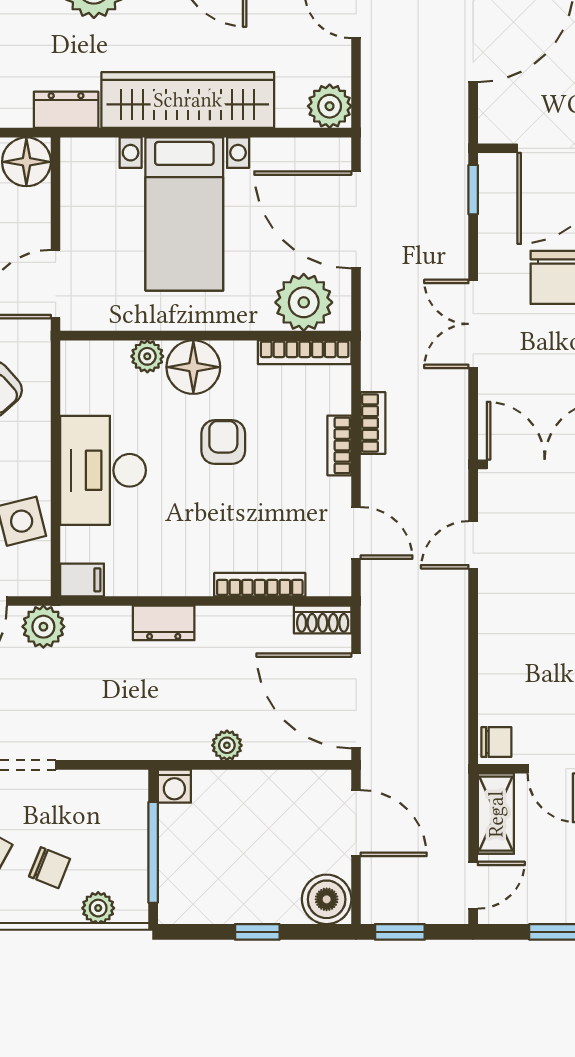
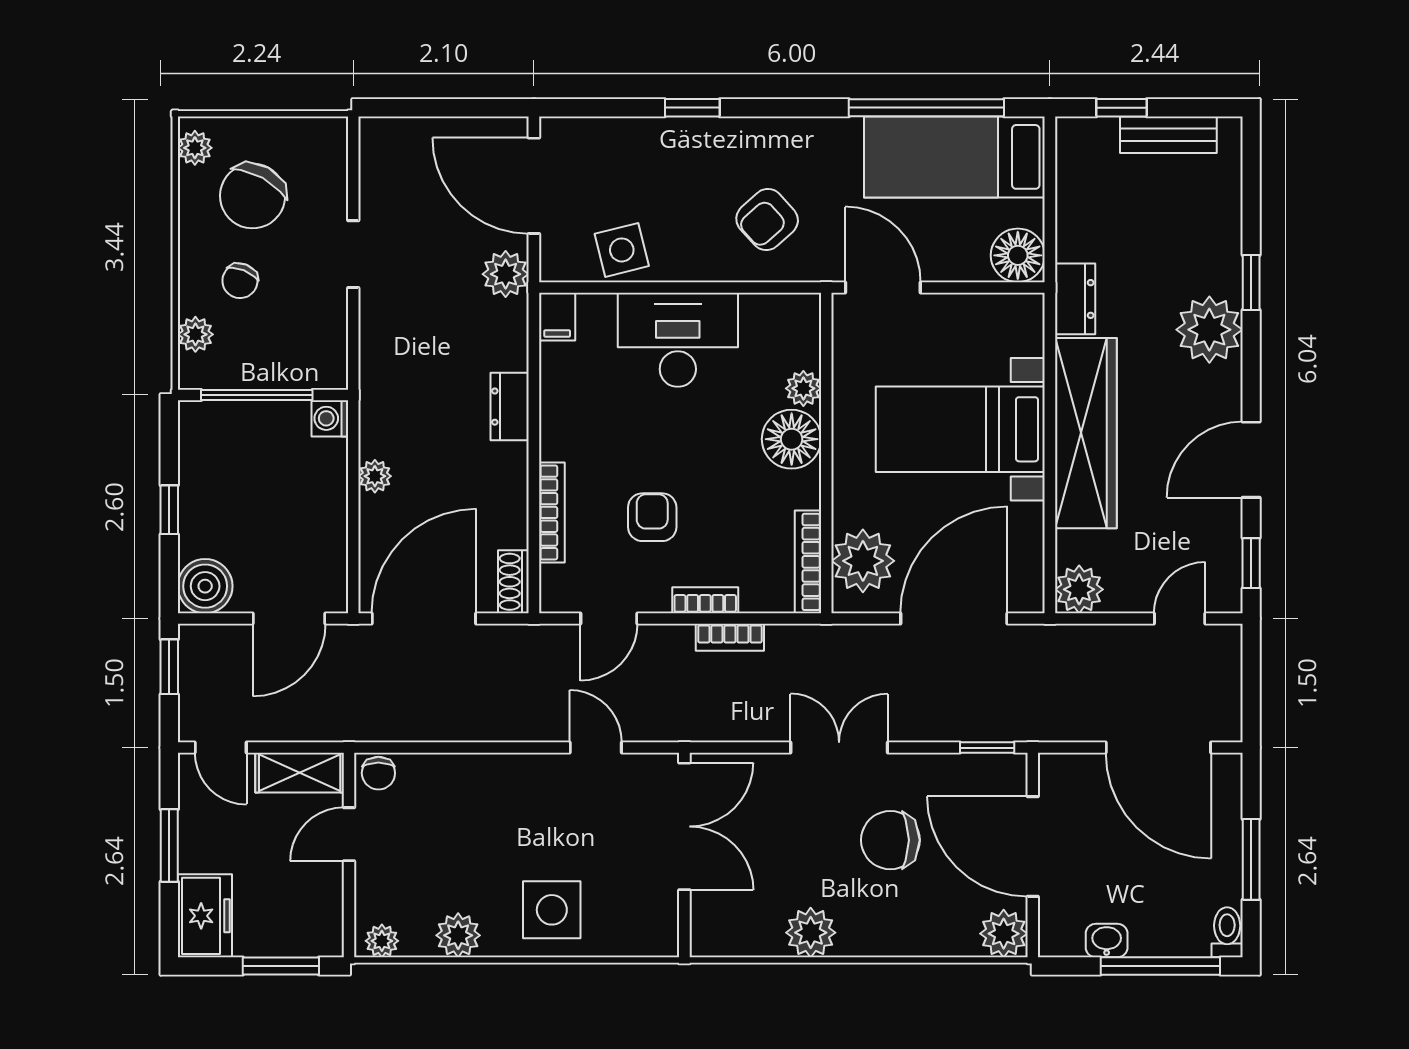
armchair: (223, 442) -> (652, 517), moved, turned -90

